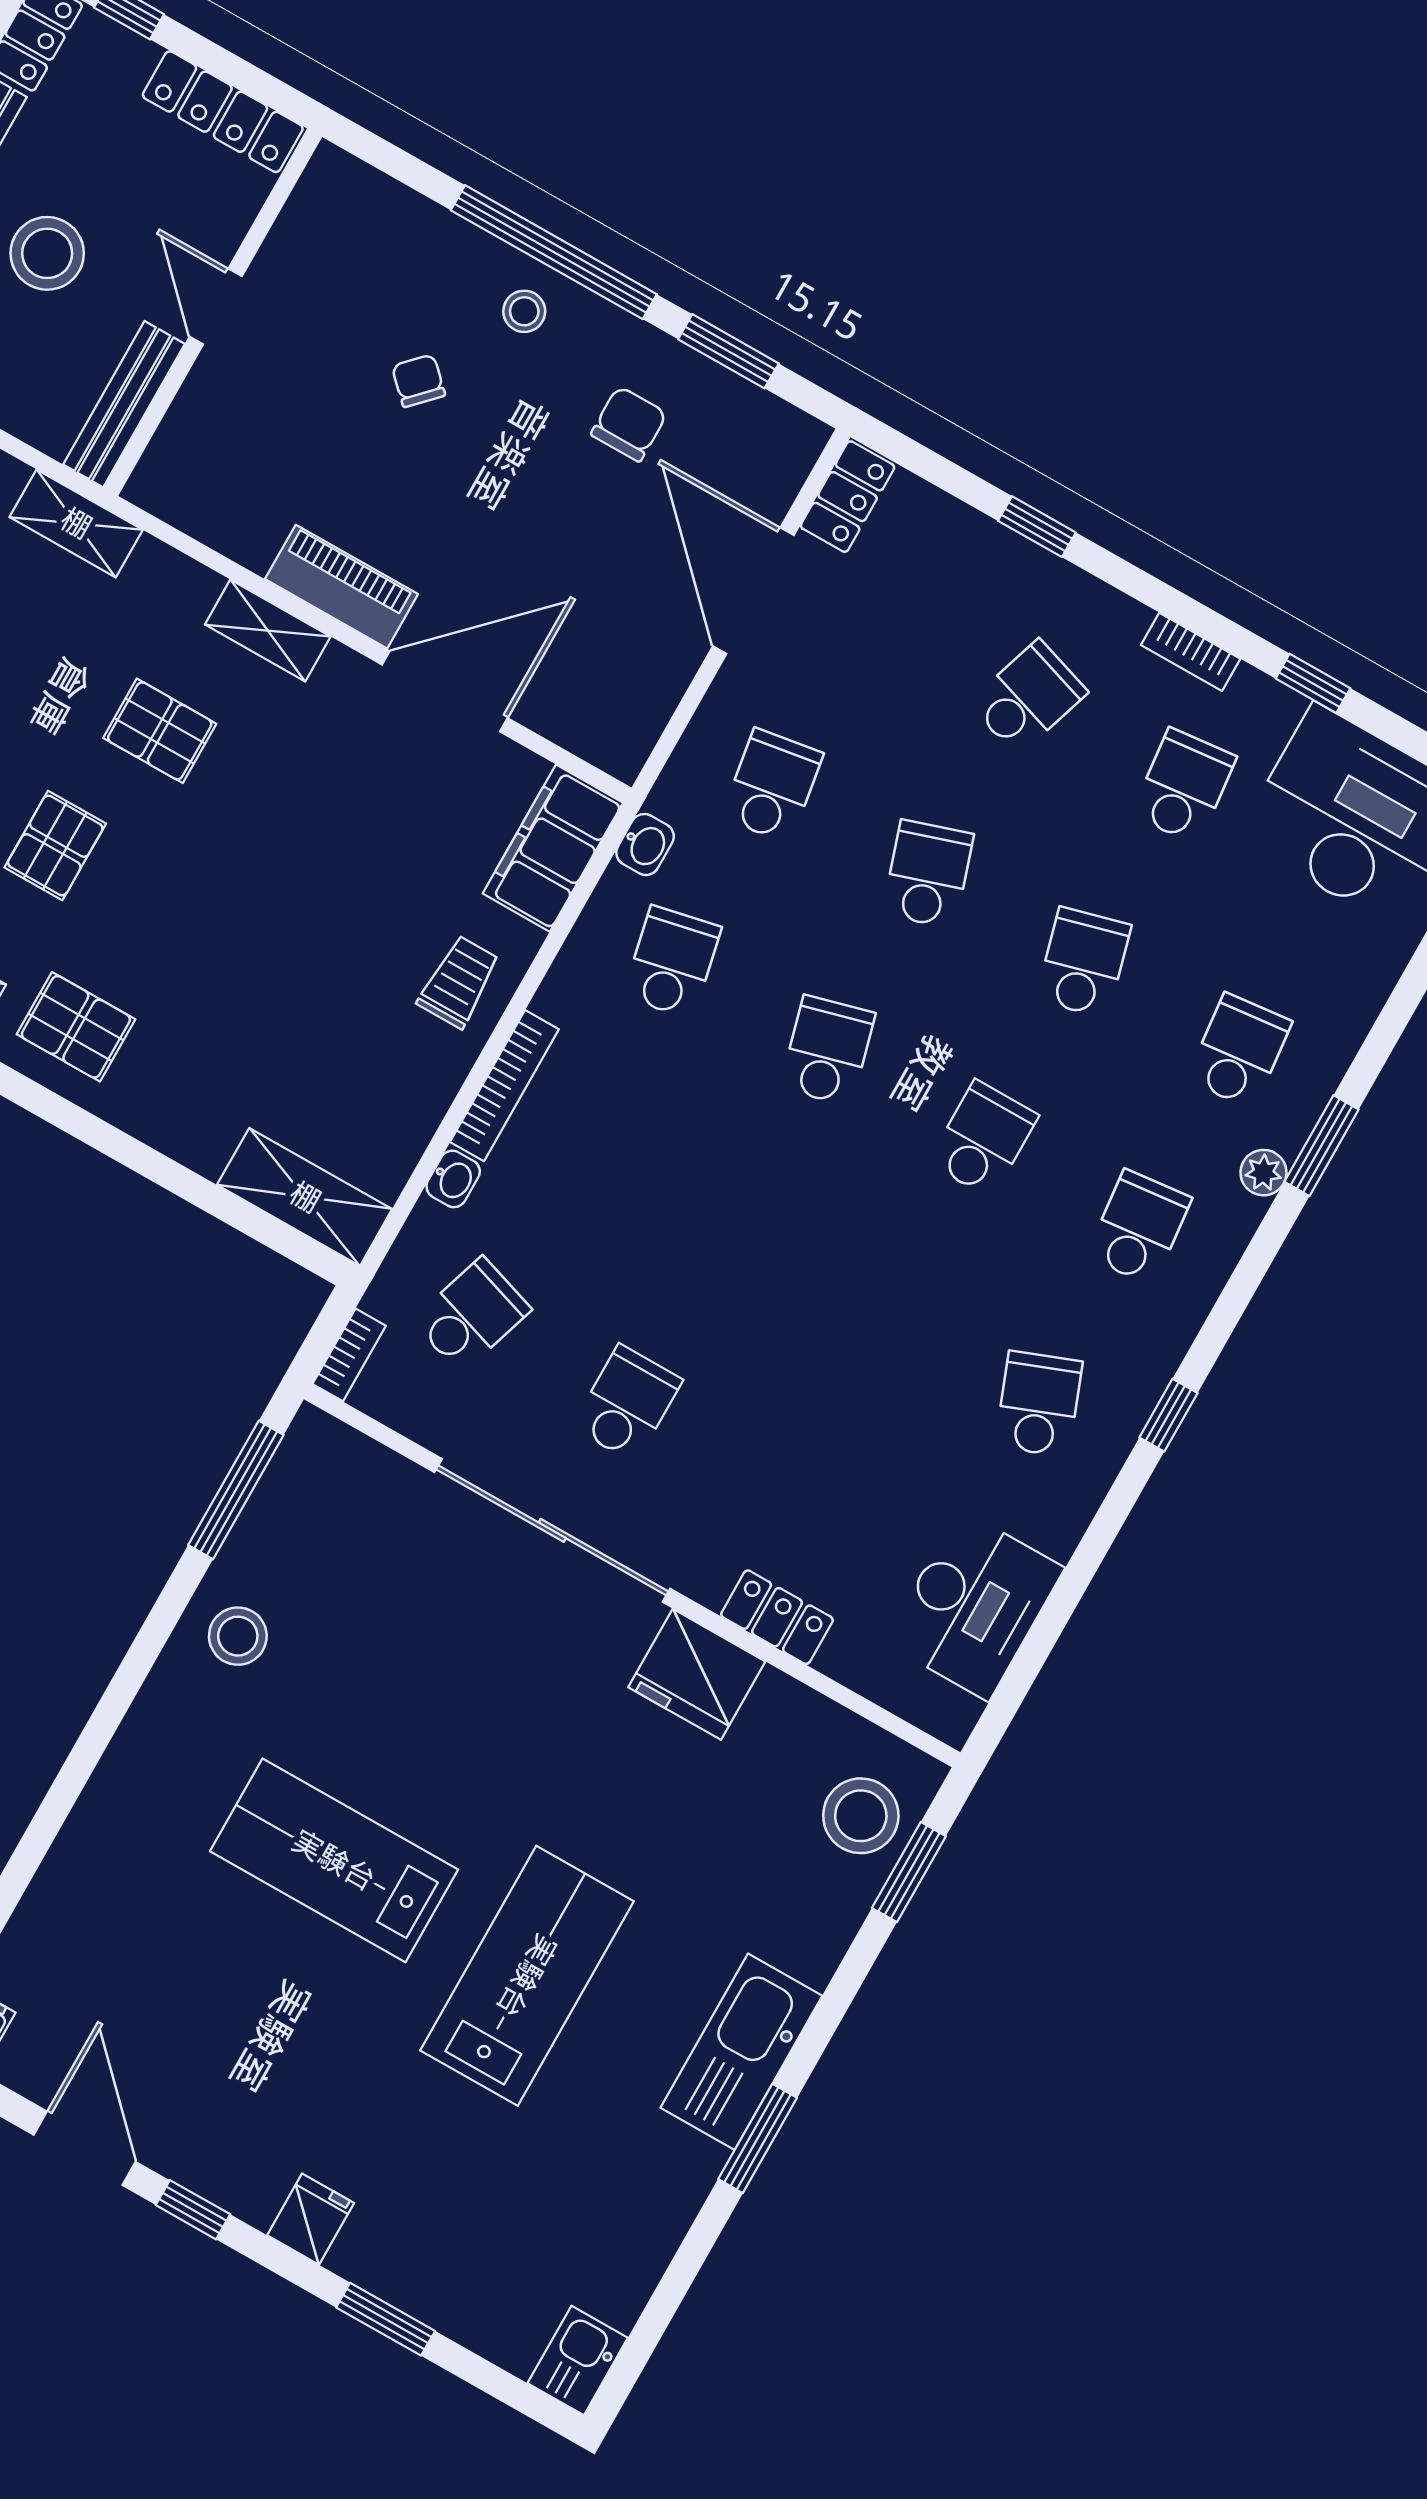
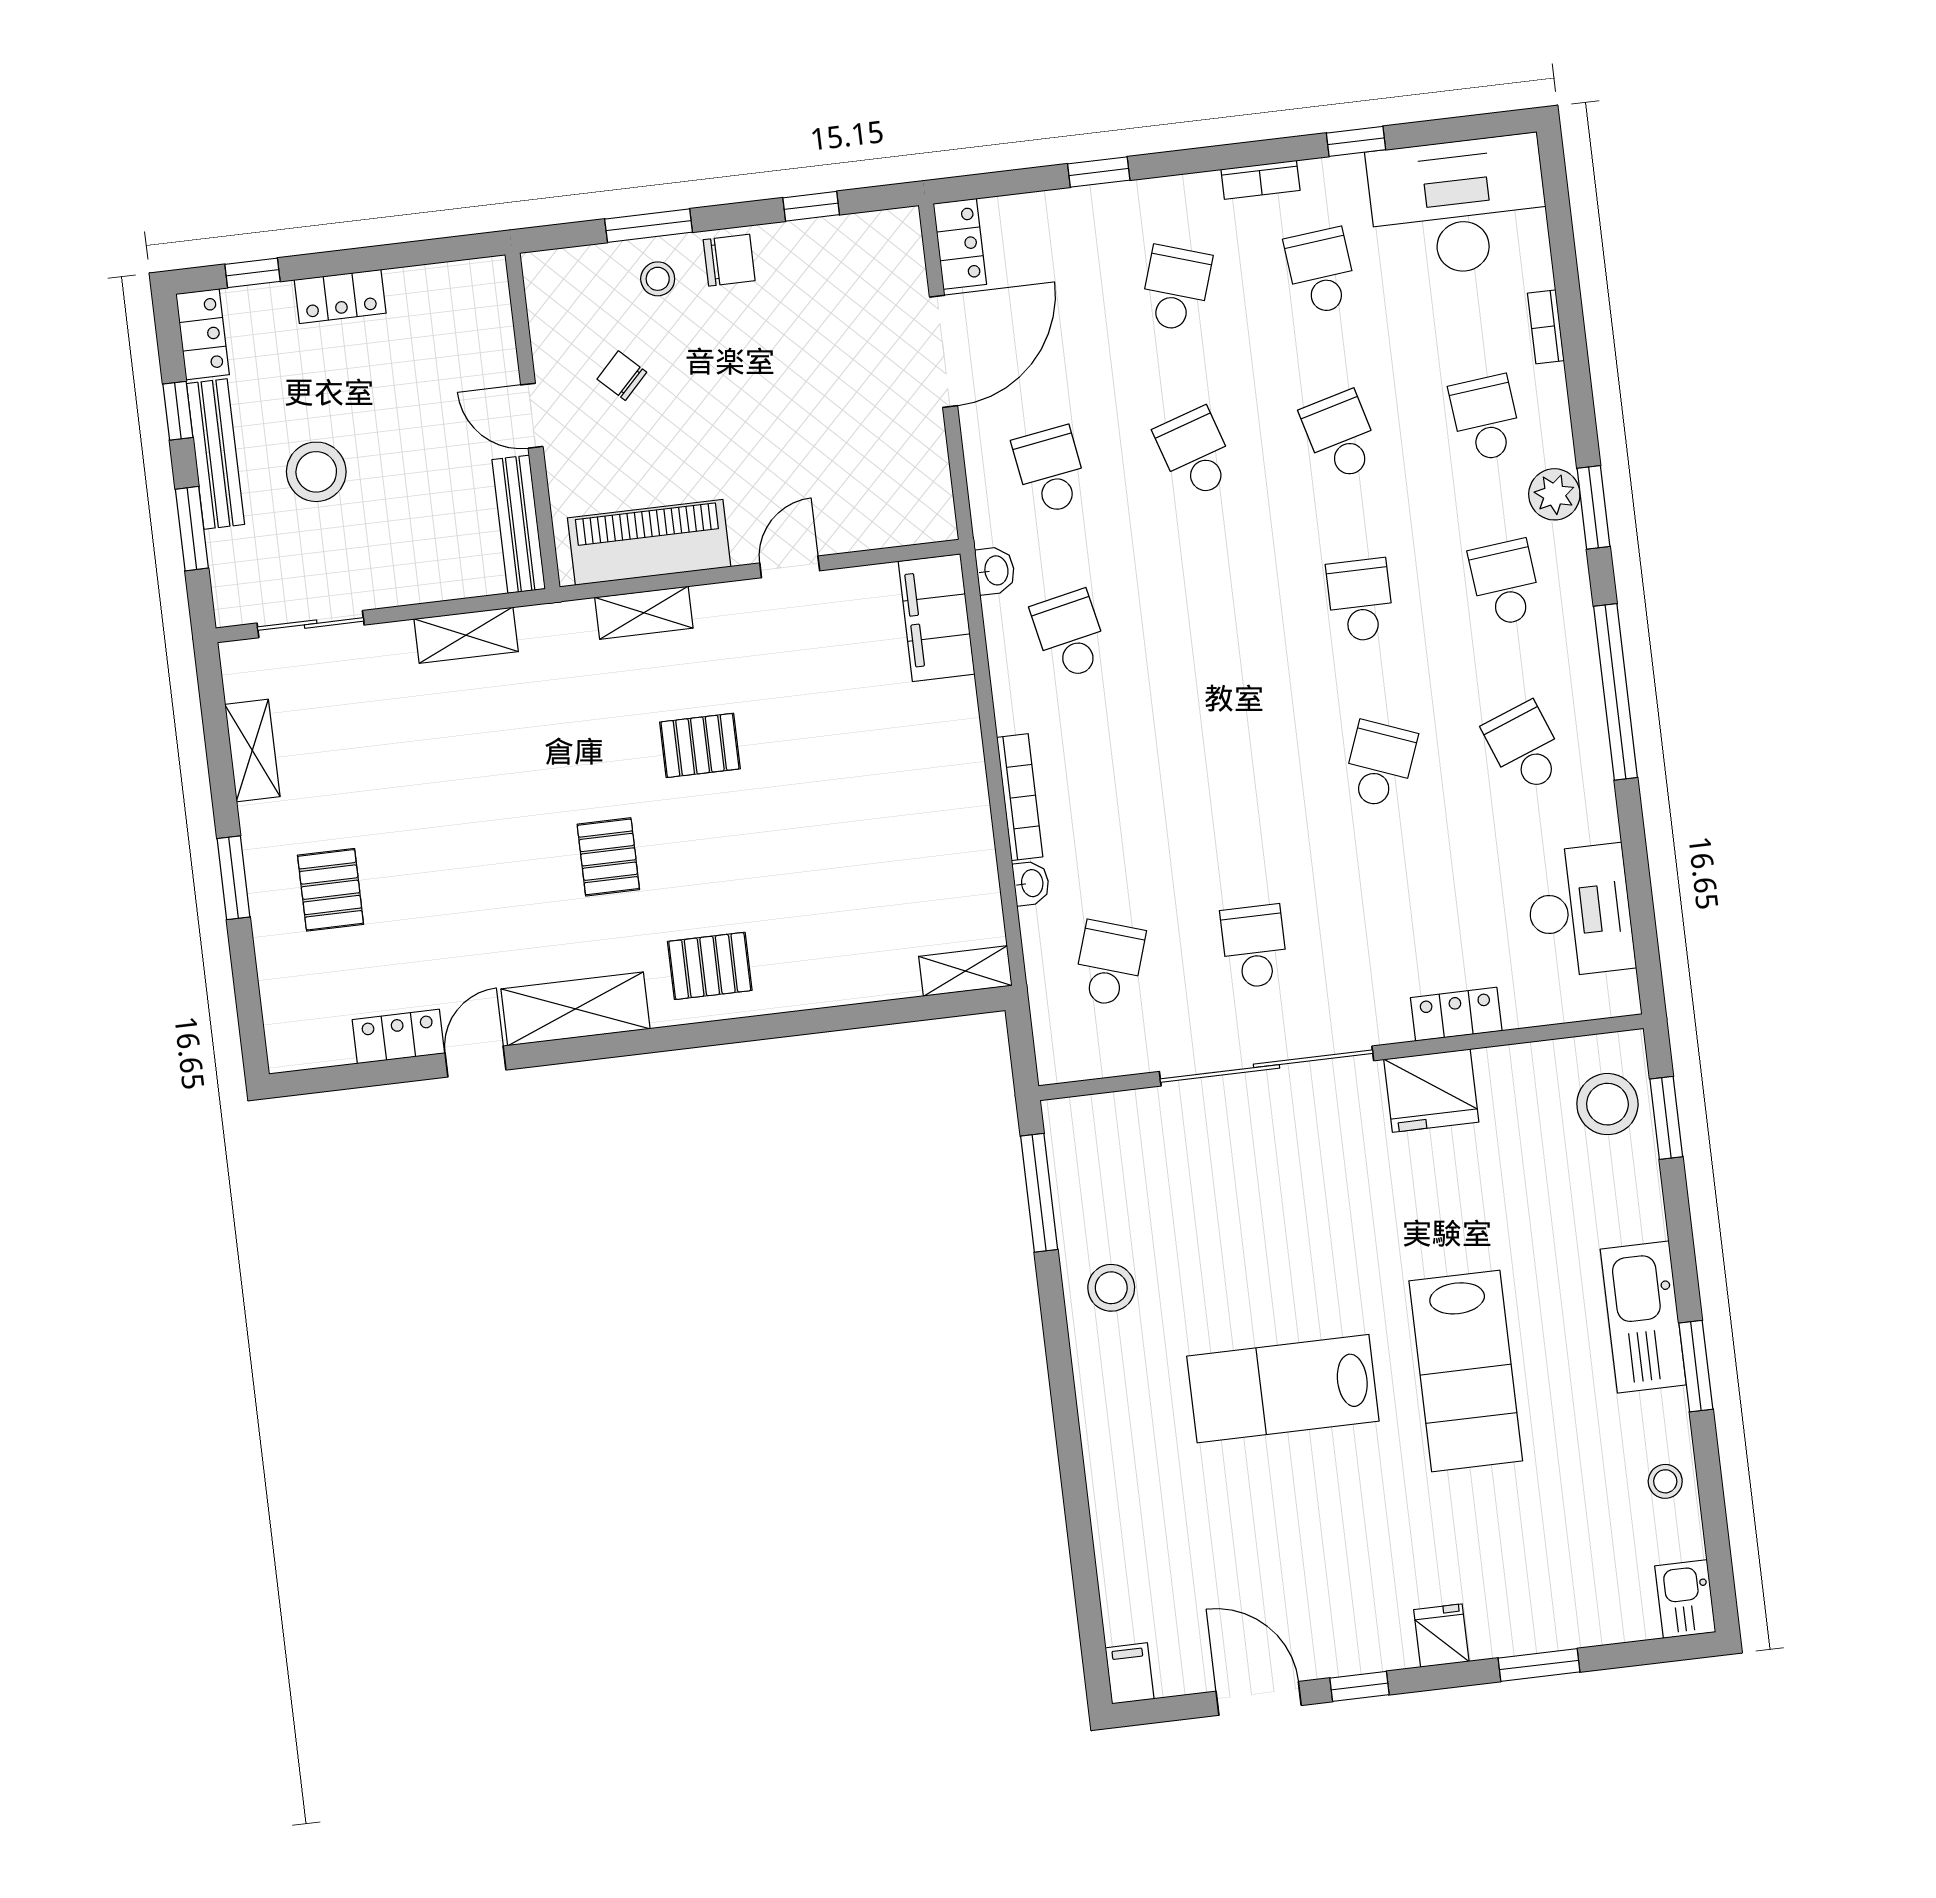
locker: (223, 112) -> (340, 296), width x0.66
window: (554, 252) -> (649, 226), width x0.47
door: (216, 307) -> (532, 416), moved
wall: (213, 312) -> (532, 421), moved
window: (728, 351) -> (811, 206), width x0.67
bench: (124, 404) -> (519, 524), moved
chair: (629, 424) -> (729, 260), moved, turned 90
piano: (341, 587) -> (649, 542), width x1.37, depth x1.33
door: (753, 591) -> (944, 351), swing flipped
door: (445, 691) -> (790, 567), width x0.53
pallet: (160, 731) -> (700, 745), moved
trolley: (459, 982) -> (939, 751), removed
school desk: (828, 1051) -> (1380, 765), moved, turned 36
window: (1322, 1146) -> (1594, 507), moved
plant: (1263, 1173) -> (1554, 494), width x1.38, depth x1.38
shelving: (305, 1197) -> (965, 971), width x0.67, depth x0.75
bookcase: (349, 1355) -> (1546, 327), moved, turned 180
window: (1168, 1415) -> (1616, 692), width x3.17
lab bench: (527, 1976) -> (1466, 1371), turned 180
stool: (644, 2230) -> (1665, 1481), added

